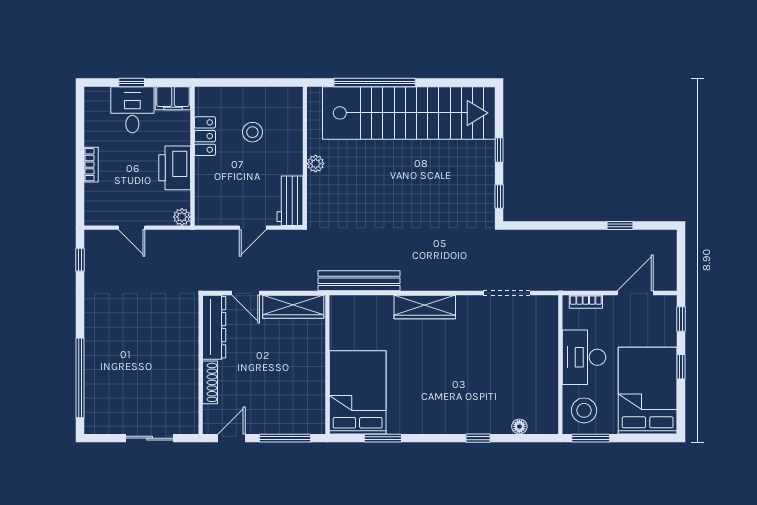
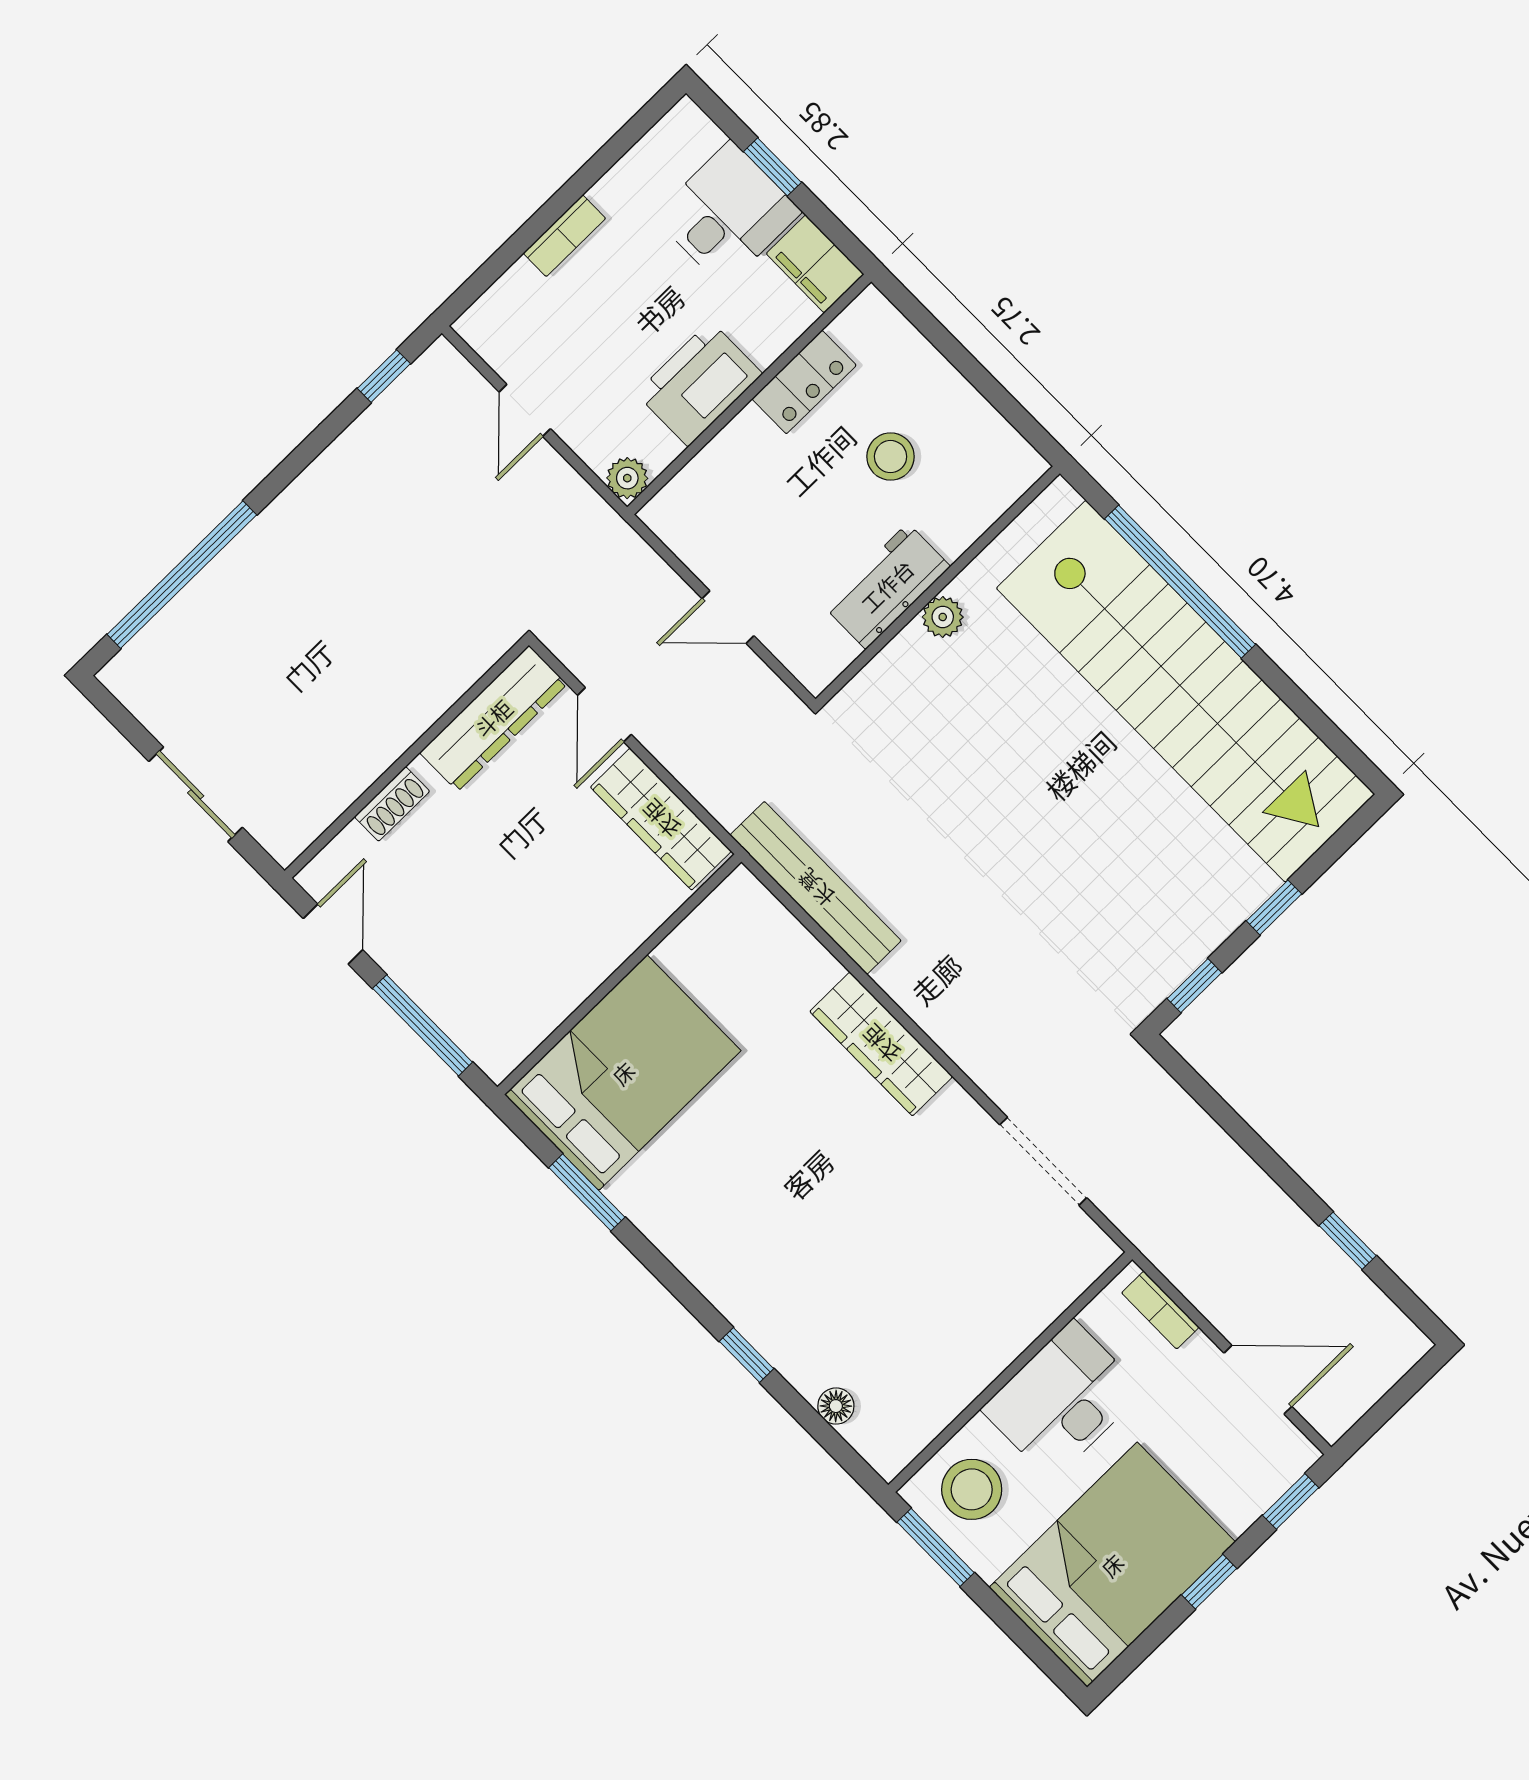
workbench: (290, 201) -> (887, 586), moved
shoe rack: (210, 382) -> (392, 804), width x0.70
door: (232, 438) -> (333, 934), hinge flipped

